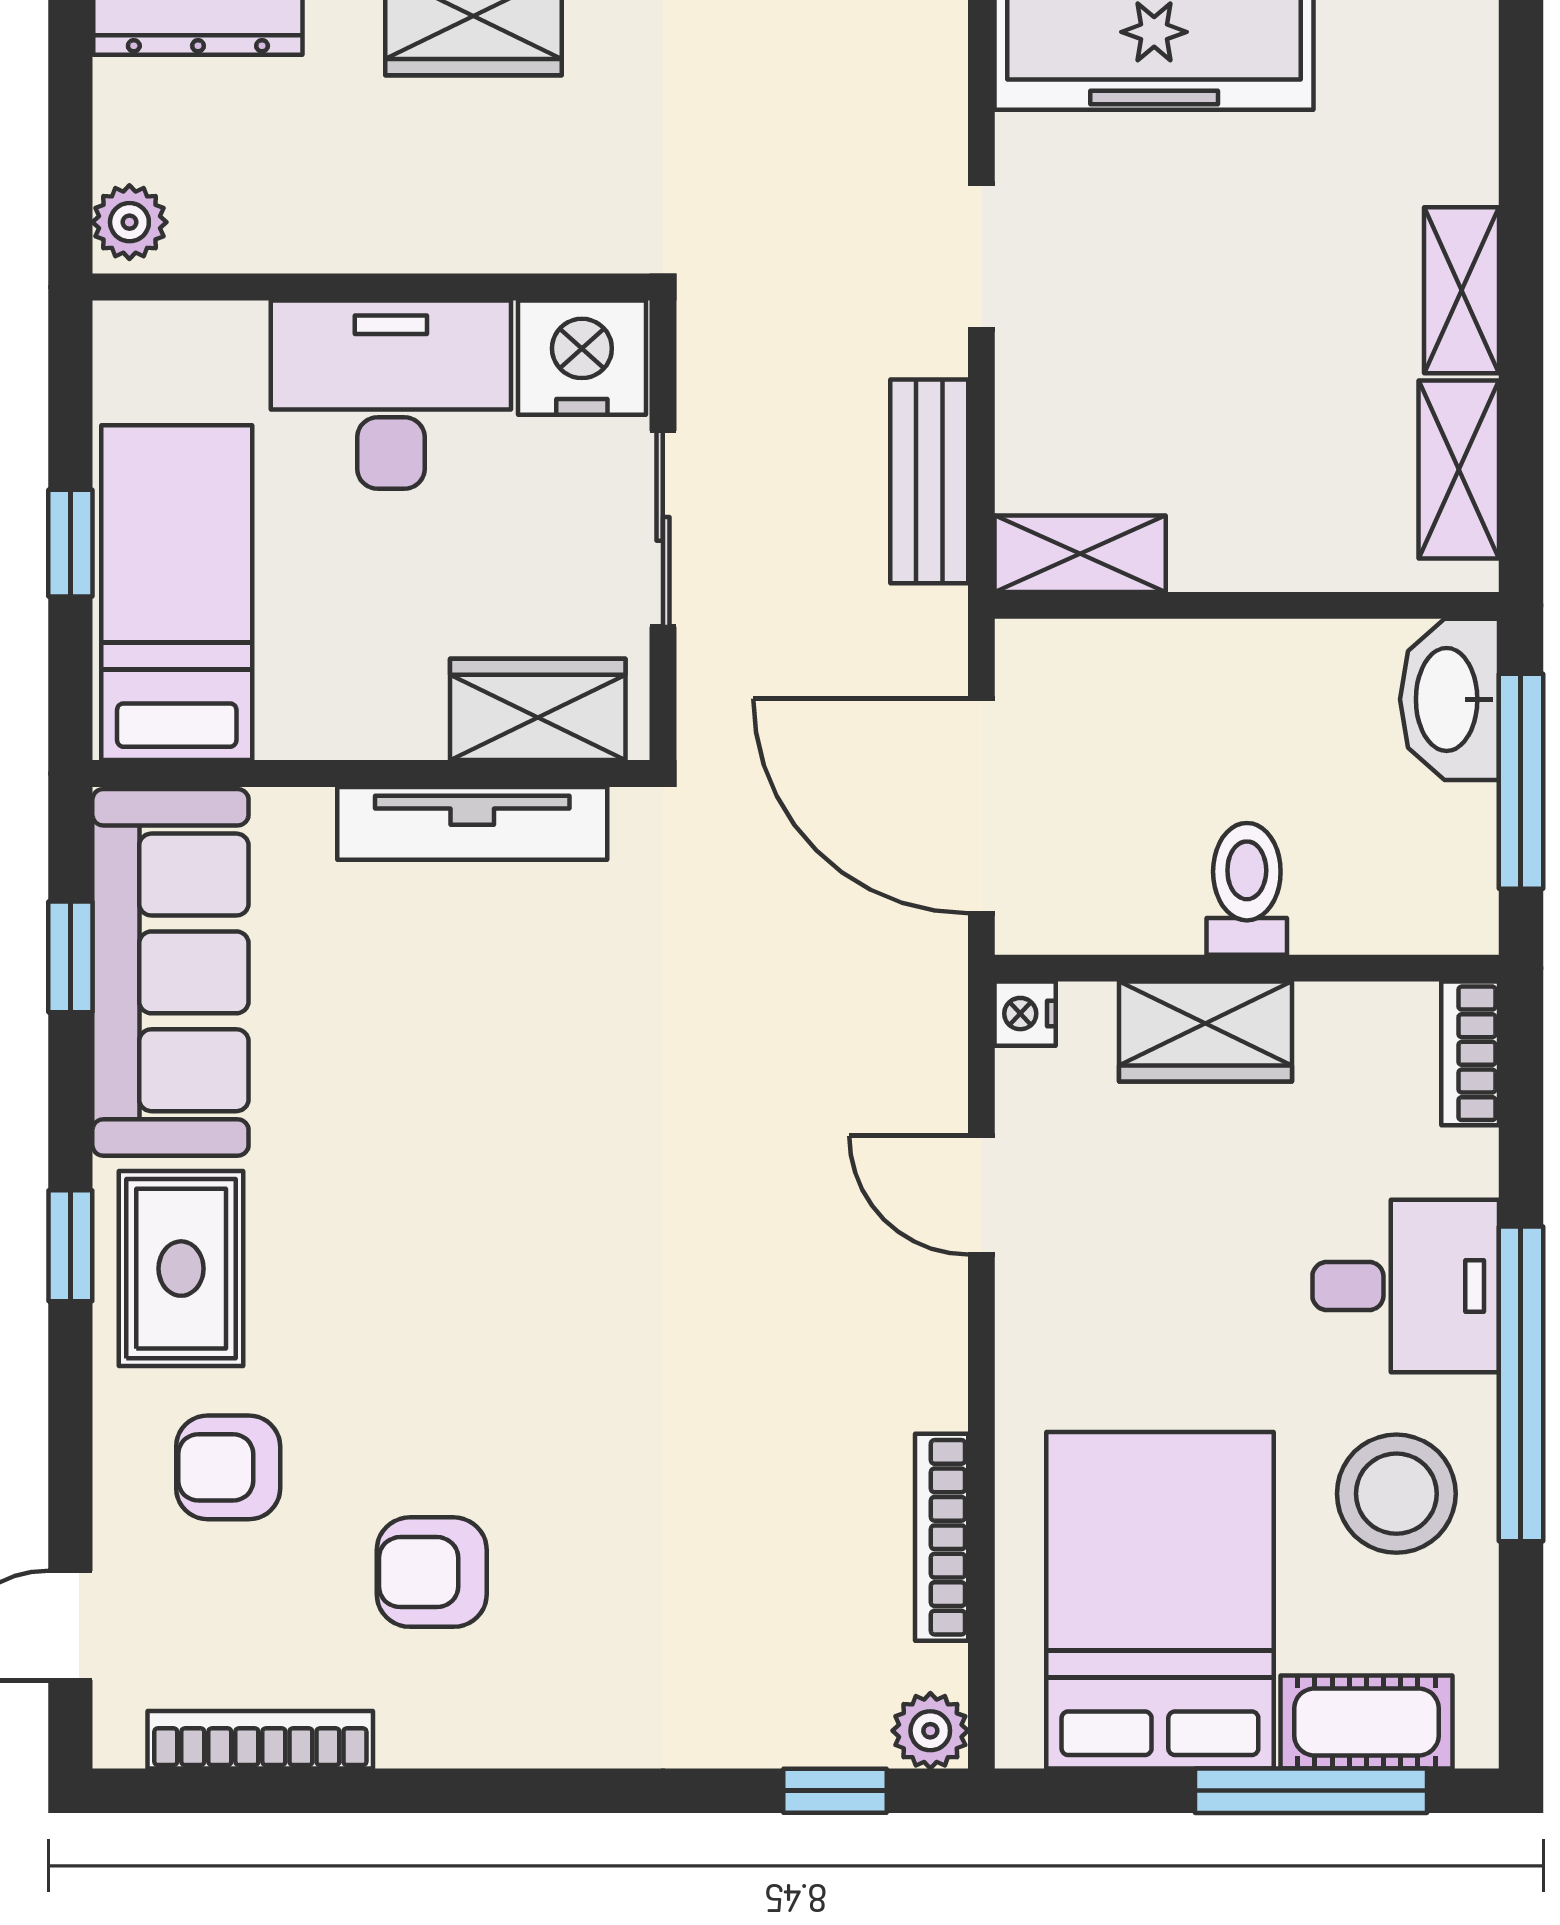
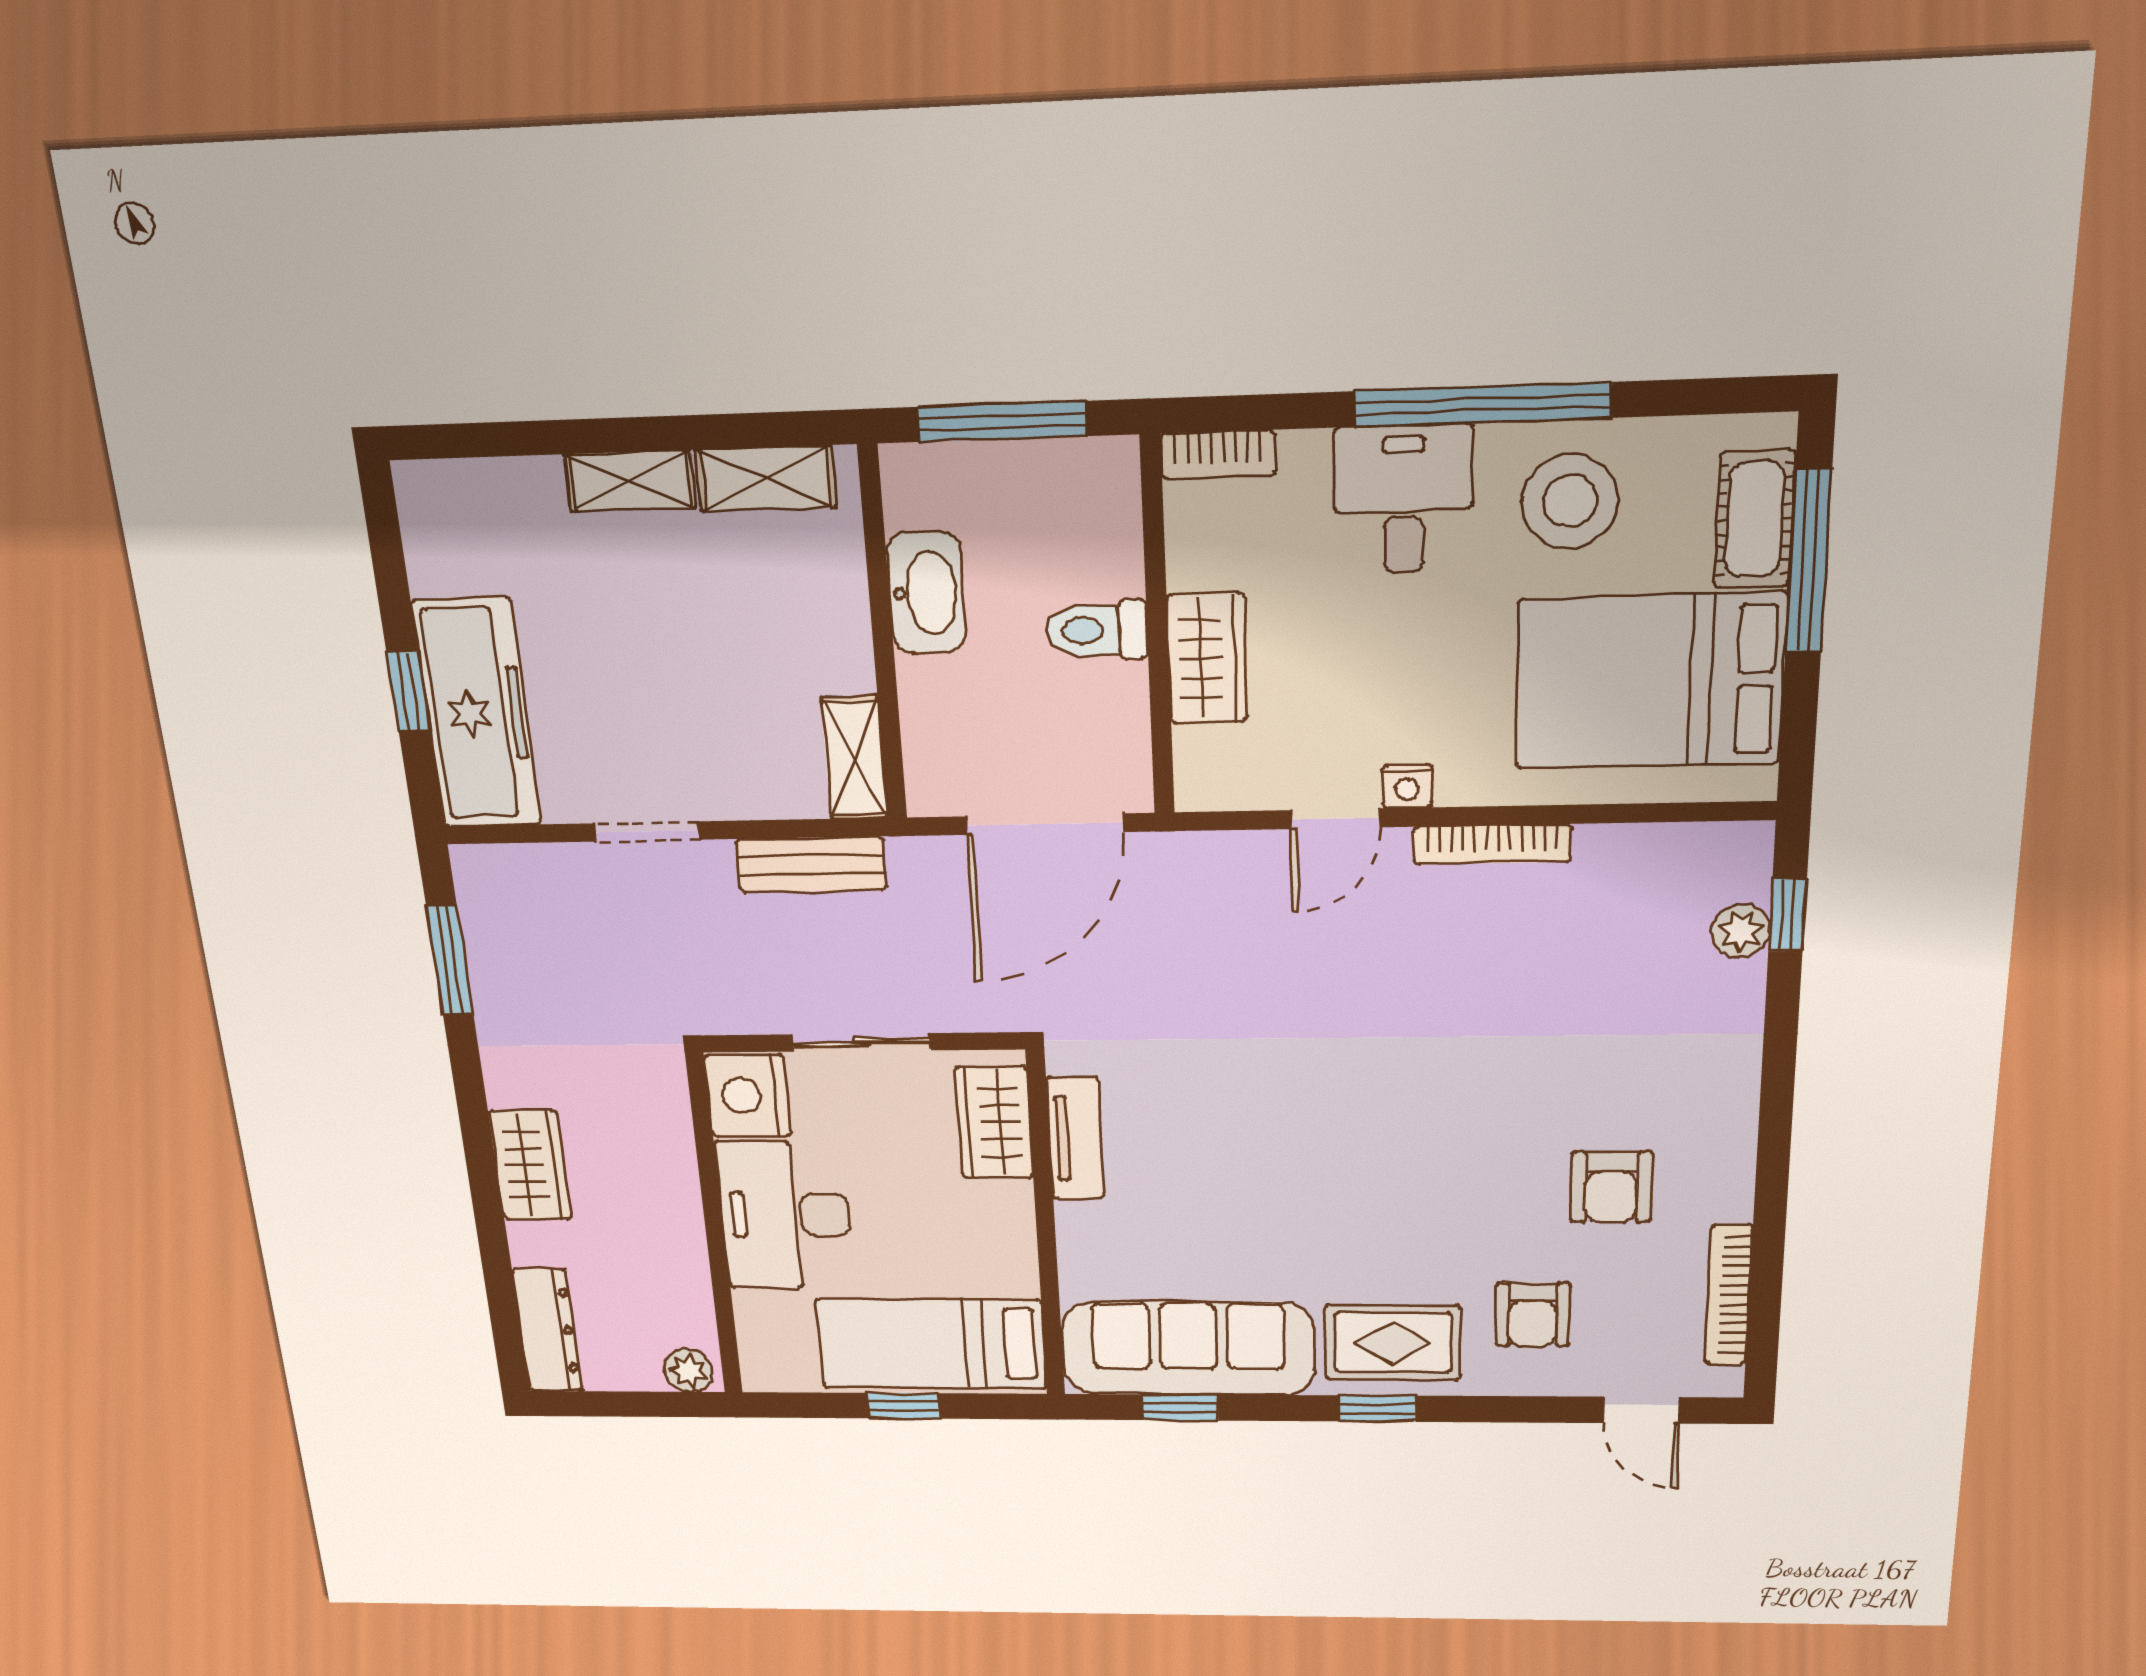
washbasin: (1450, 699) -> (926, 593), moved, turned -90
tv unit: (472, 823) -> (1075, 1138), width x0.71
nightstand: (1025, 1014) -> (1407, 786), moved
bookcase: (942, 1537) -> (1492, 844), moved
plant: (930, 1731) -> (1741, 931), moved

